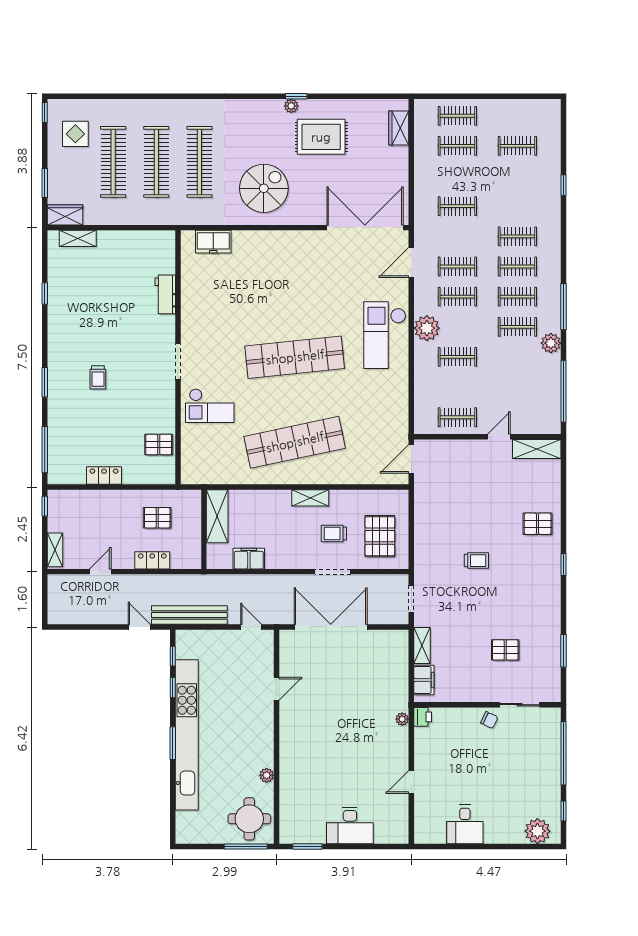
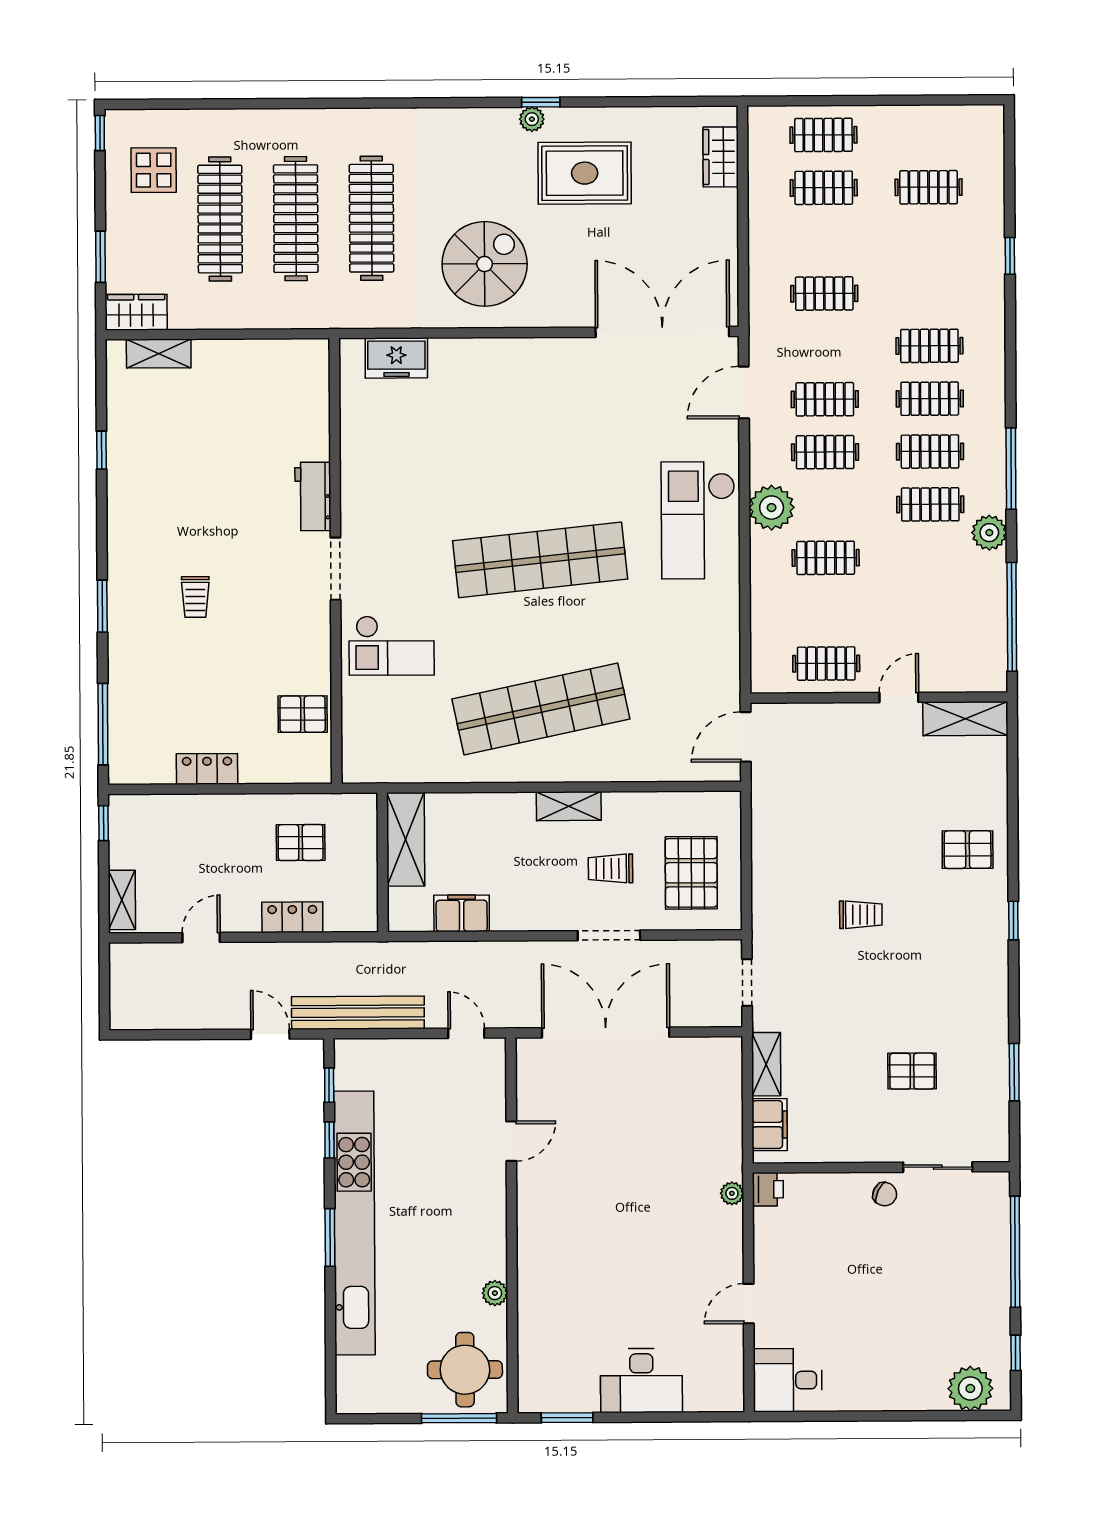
workbench: (165, 294) -> (313, 496), moved
desk: (465, 824) -> (788, 1380), moved, turned 90

